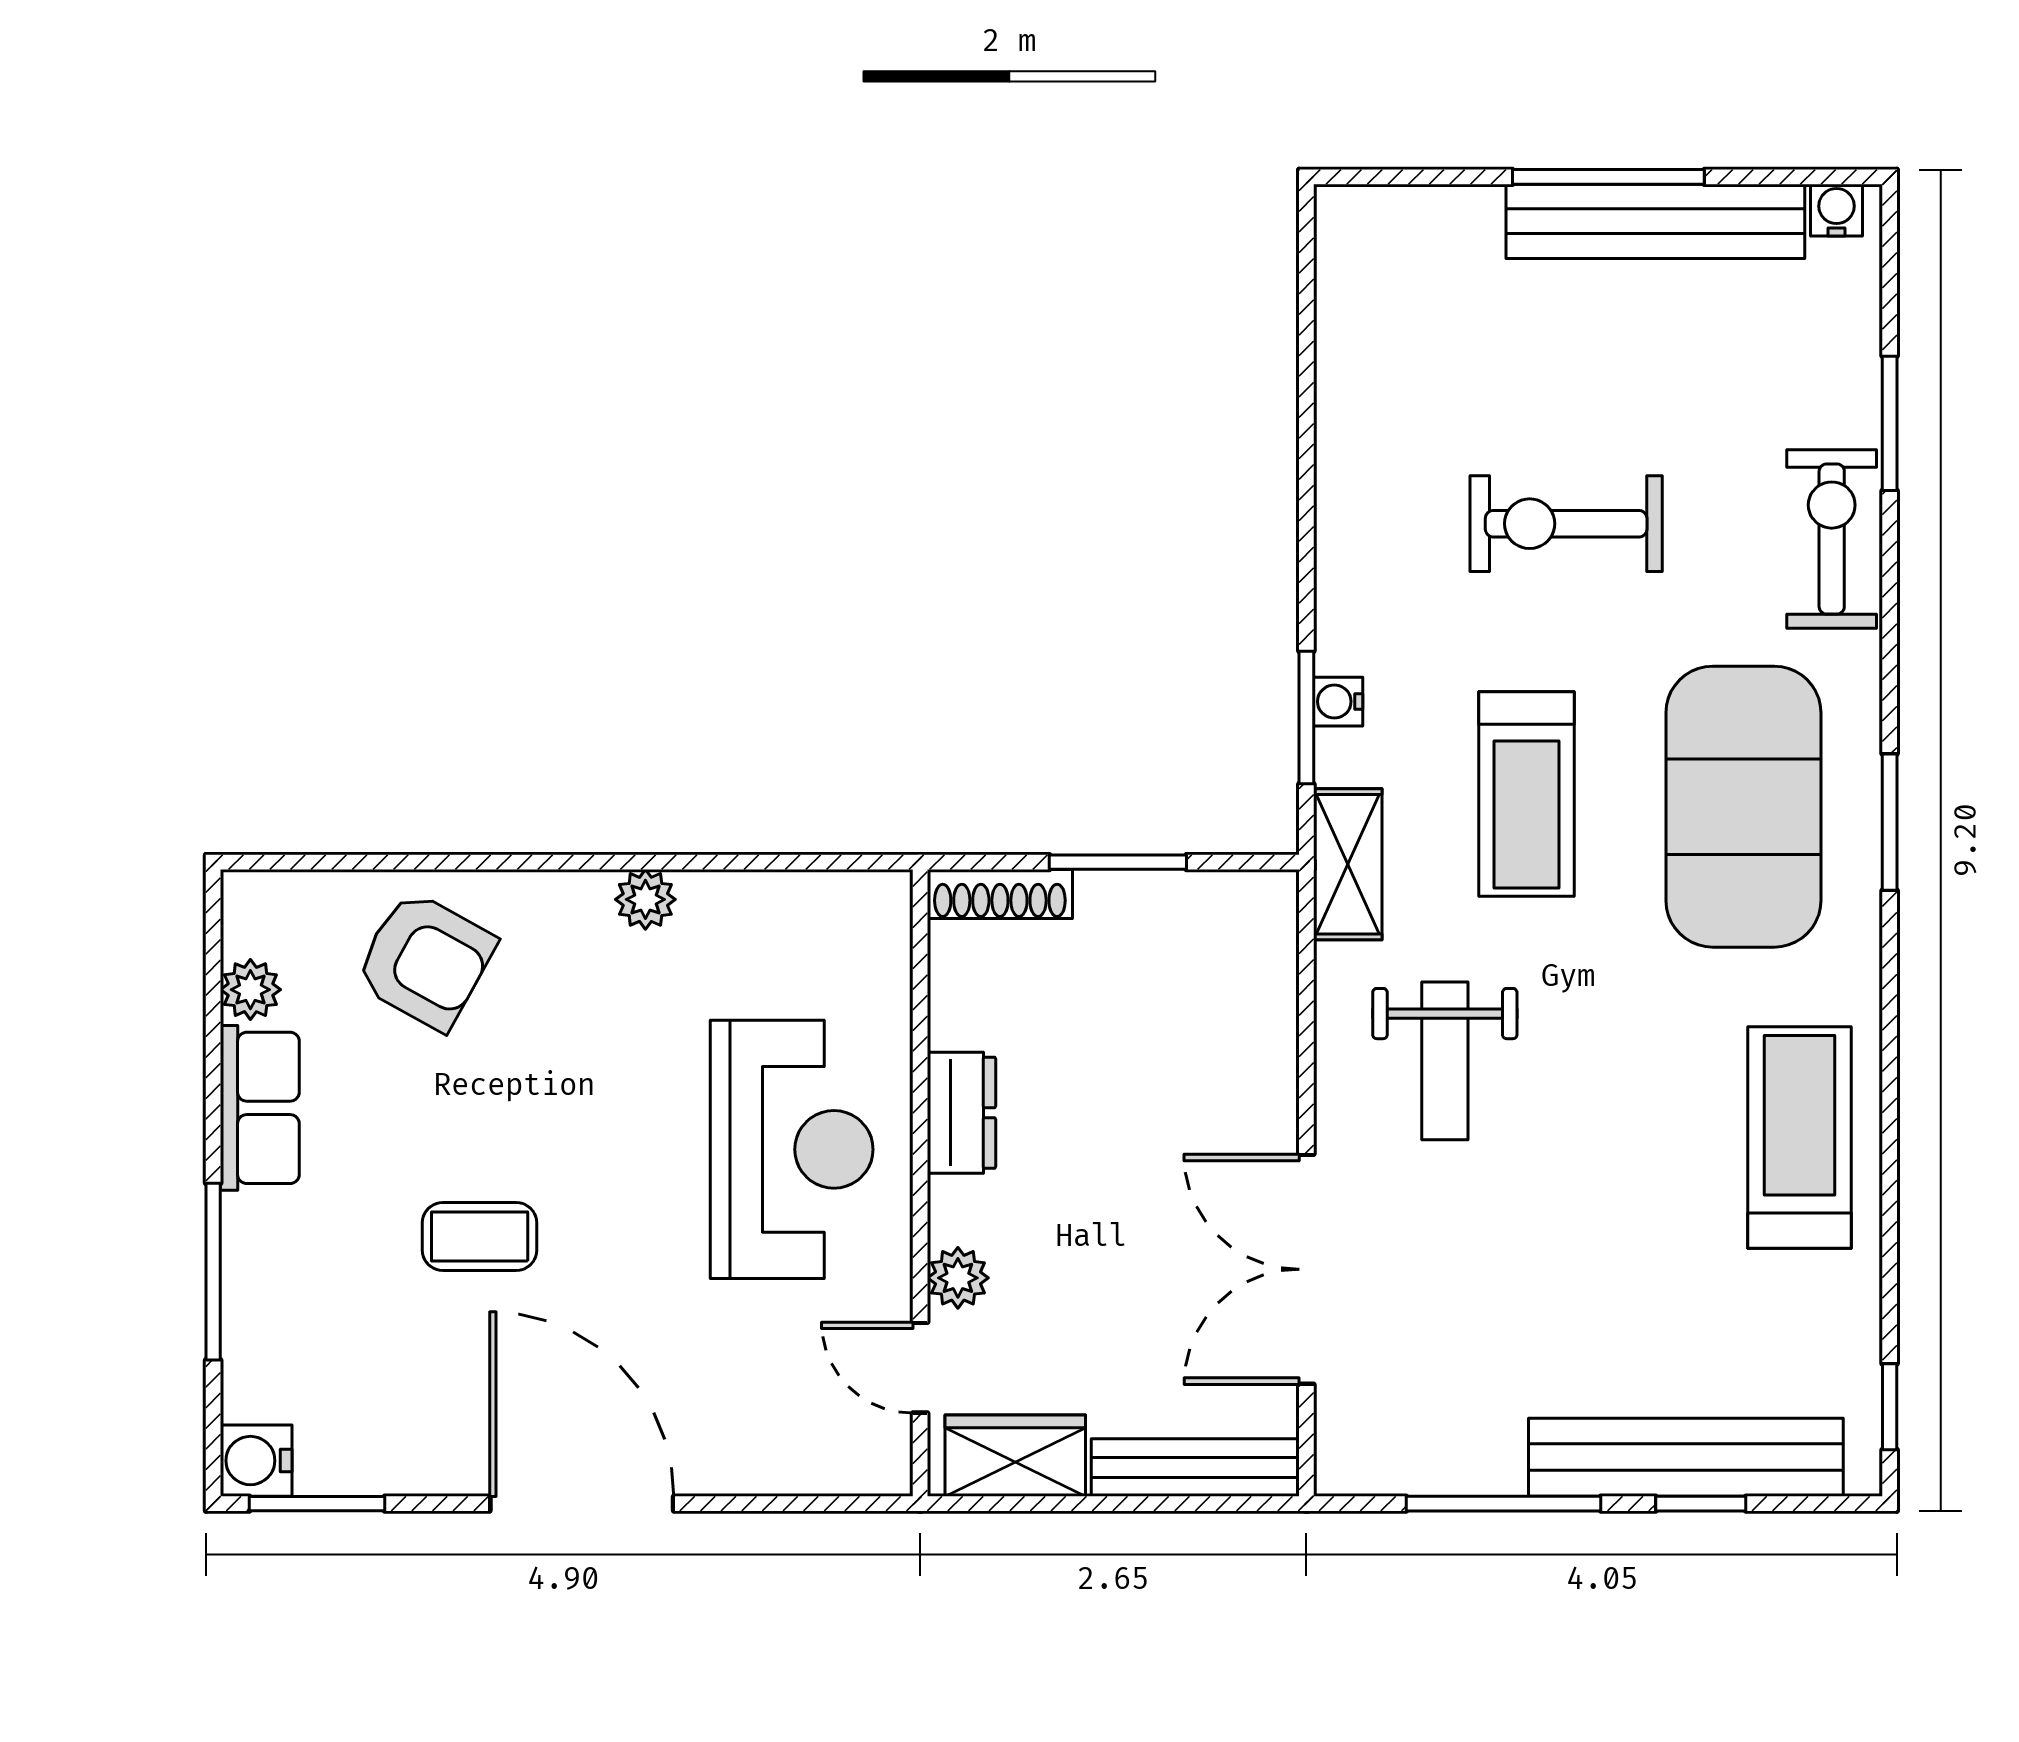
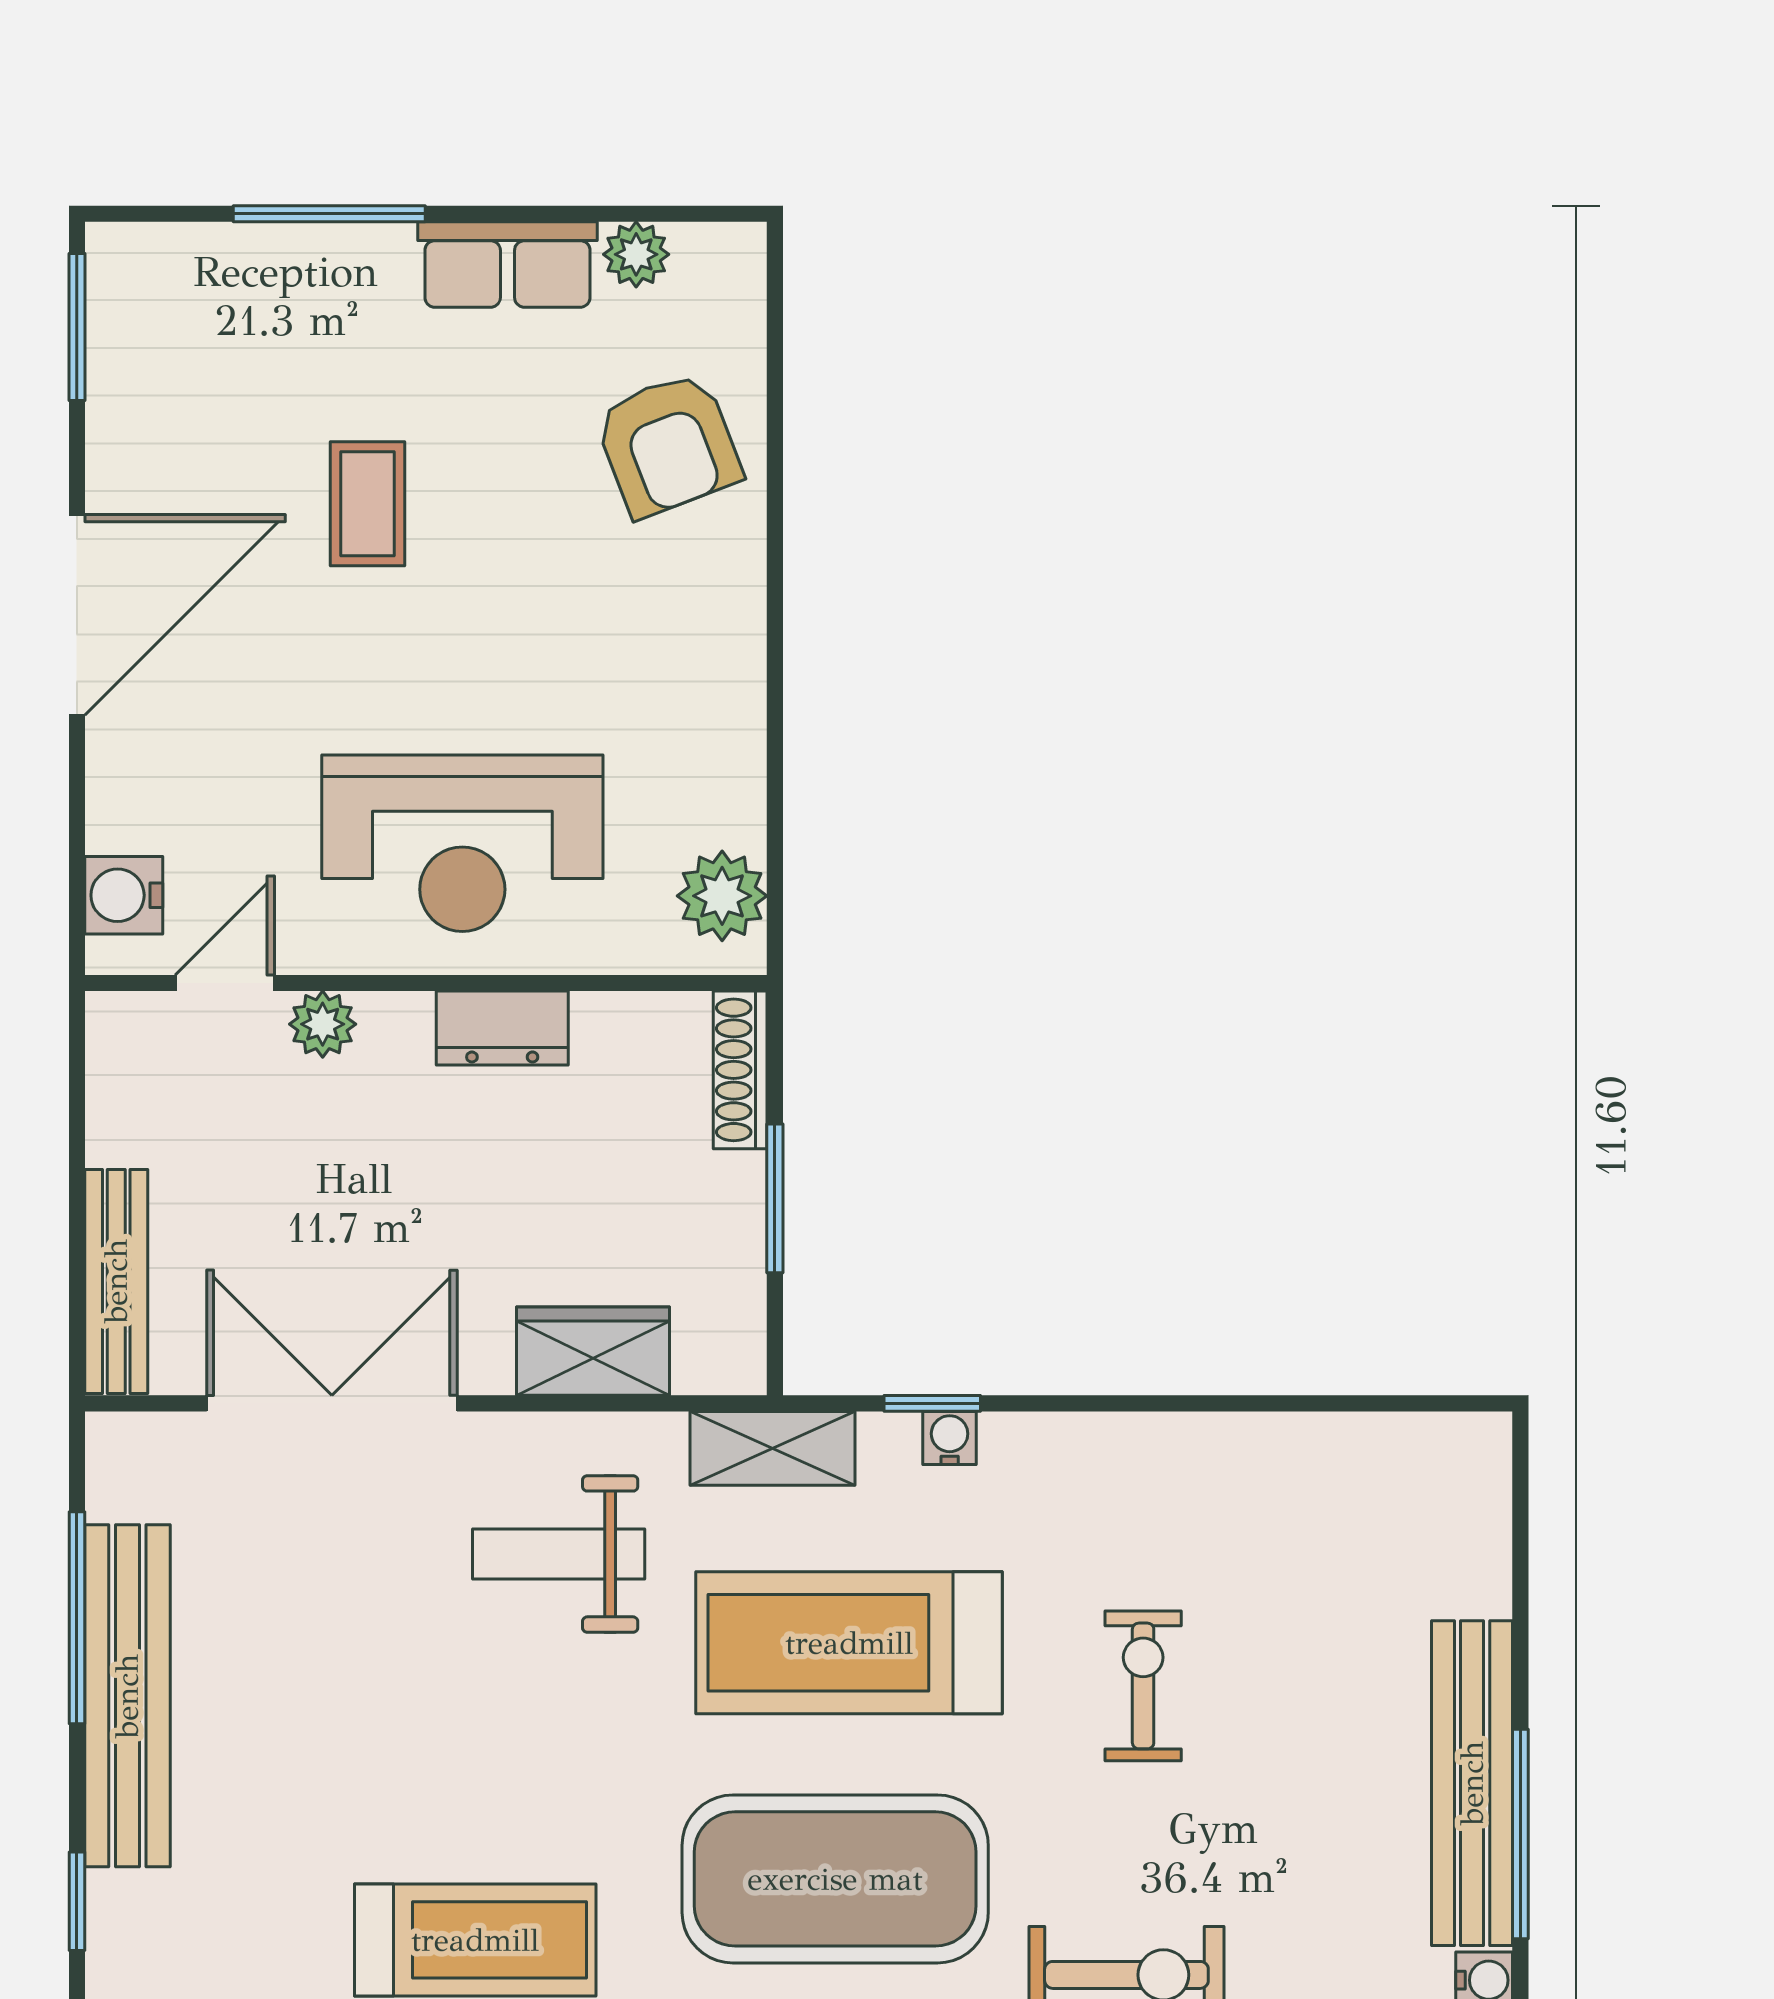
window: (1608, 177) -> (1520, 1834), moved
exercise bike: (1566, 524) -> (1143, 1686), width x0.73, depth x0.72
window: (1306, 718) -> (932, 1403), width x0.67
treadmill: (1526, 794) -> (849, 1643), width x1.37, depth x1.38
plant: (645, 899) -> (722, 896), moved, width x1.38, depth x1.38
armchair: (425, 960) -> (668, 444), turned -50
wardrobe: (1015, 1456) -> (593, 1351), moved, turned -90
bench: (1686, 1457) -> (127, 1696), moved
water cooler: (256, 1461) -> (124, 895), moved, turned -90
window: (1701, 1504) -> (77, 1901), moved

